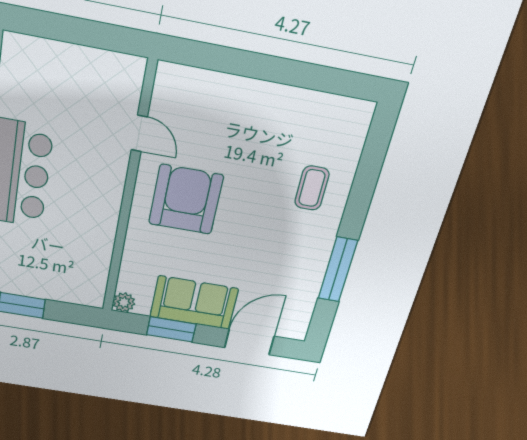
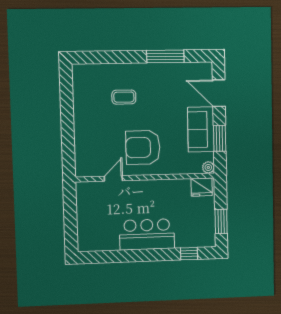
coffee table: (312, 188) -> (124, 97), moved
fridge: (91, 285) -> (202, 187), added

